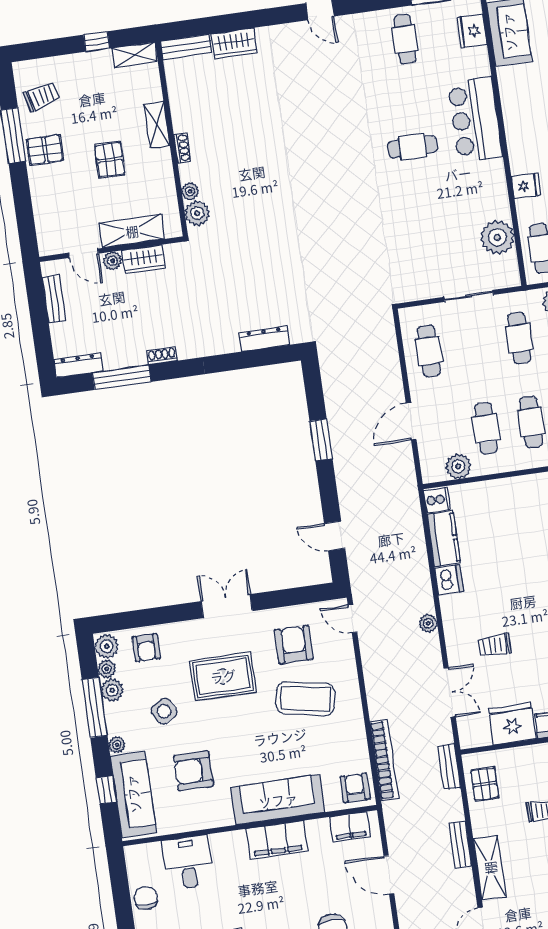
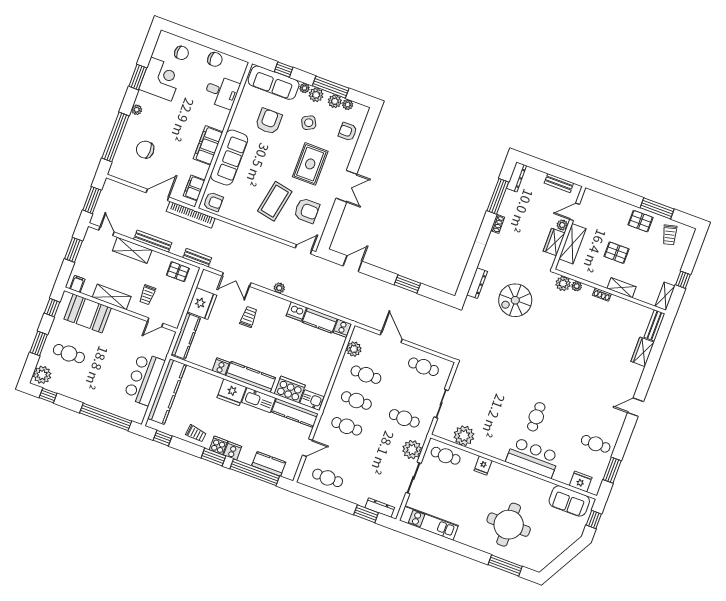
pallet: (45, 150) -> (640, 221), turned 90
spiral stairs: (259, 270) -> (515, 300), added
plant: (107, 646) -> (316, 95), moved
bookcase: (384, 760) -> (191, 215), moved
bench: (460, 845) -> (153, 241), width x1.36

